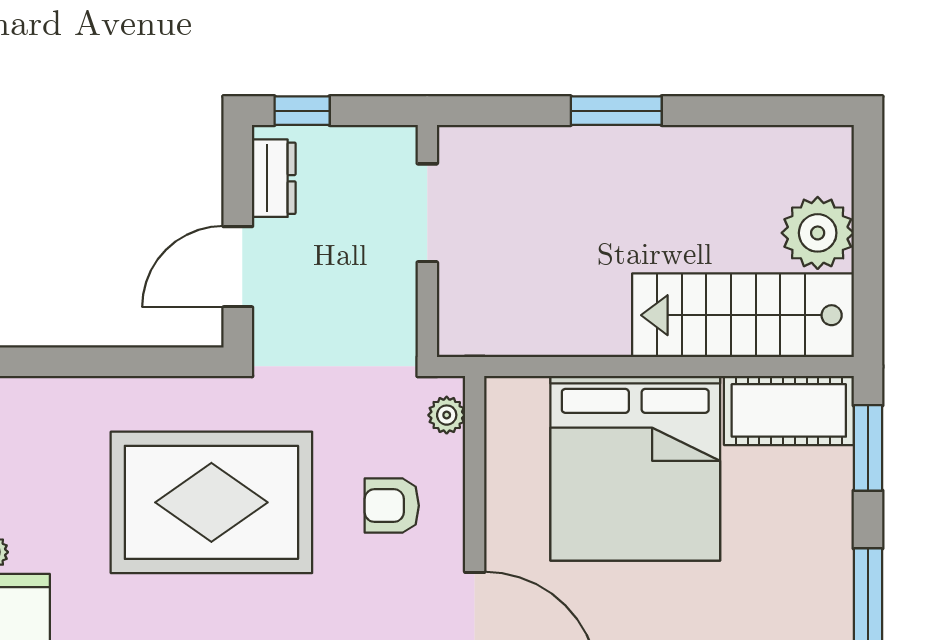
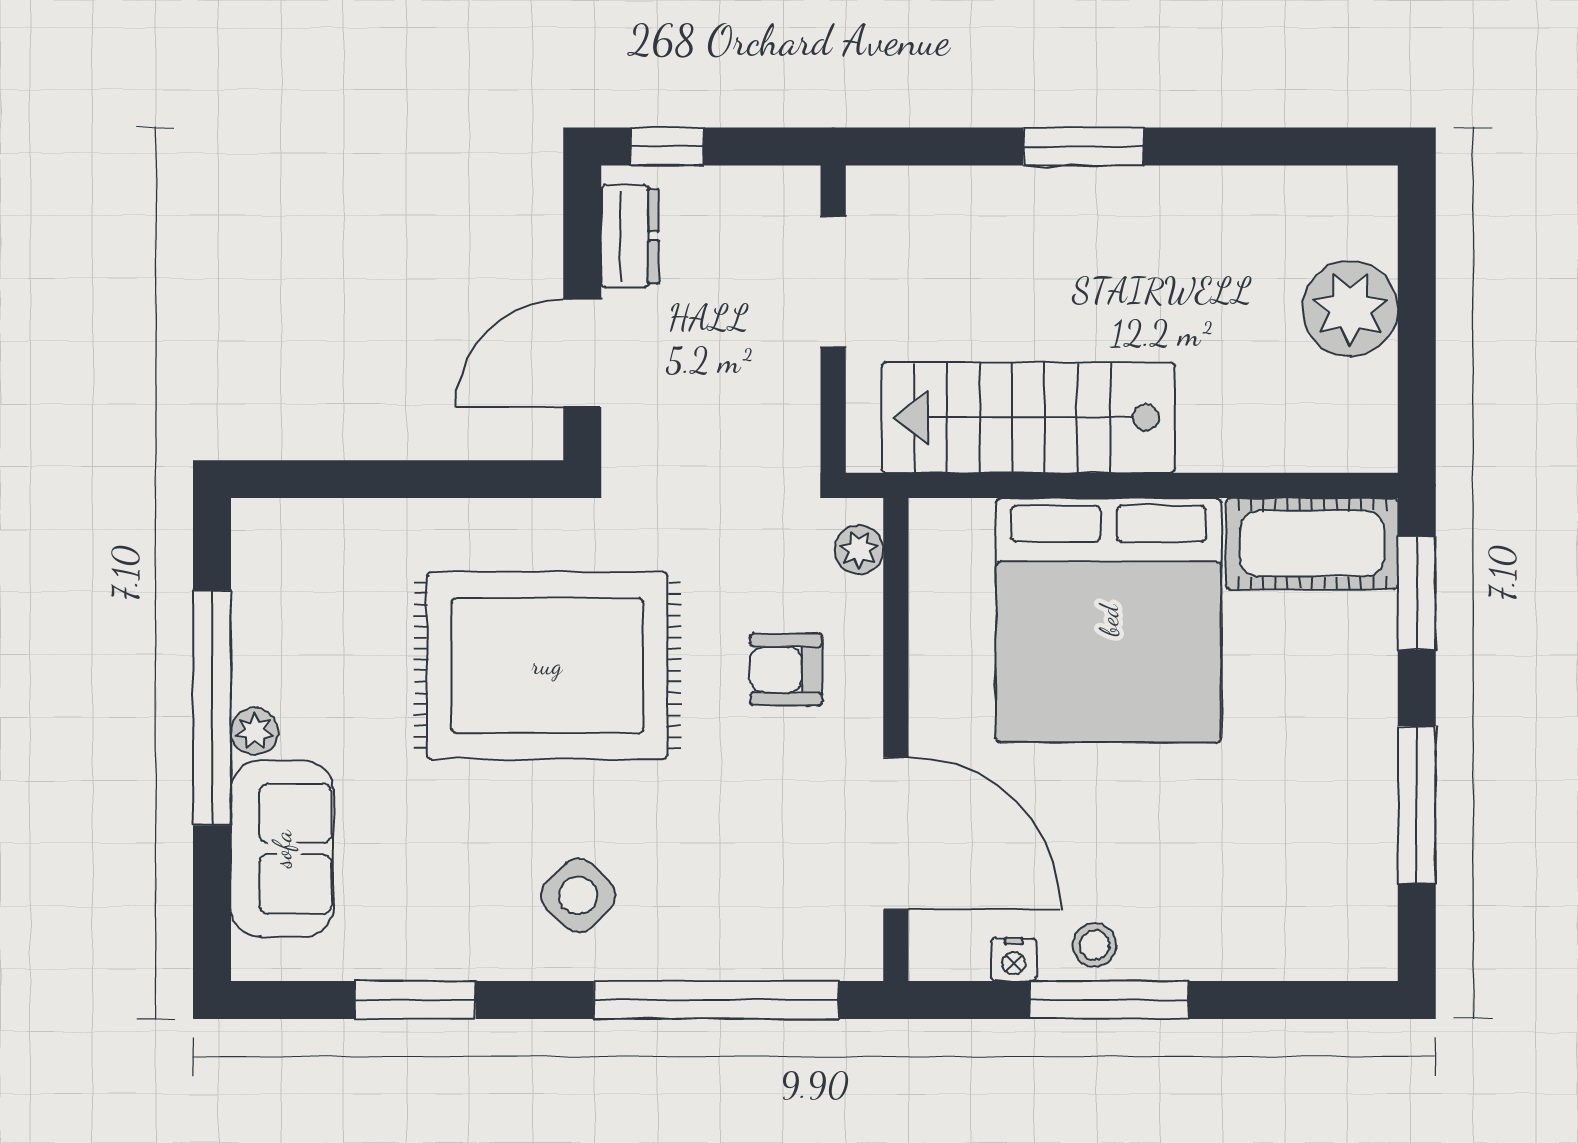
stairs: (743, 315) -> (1028, 417), moved

